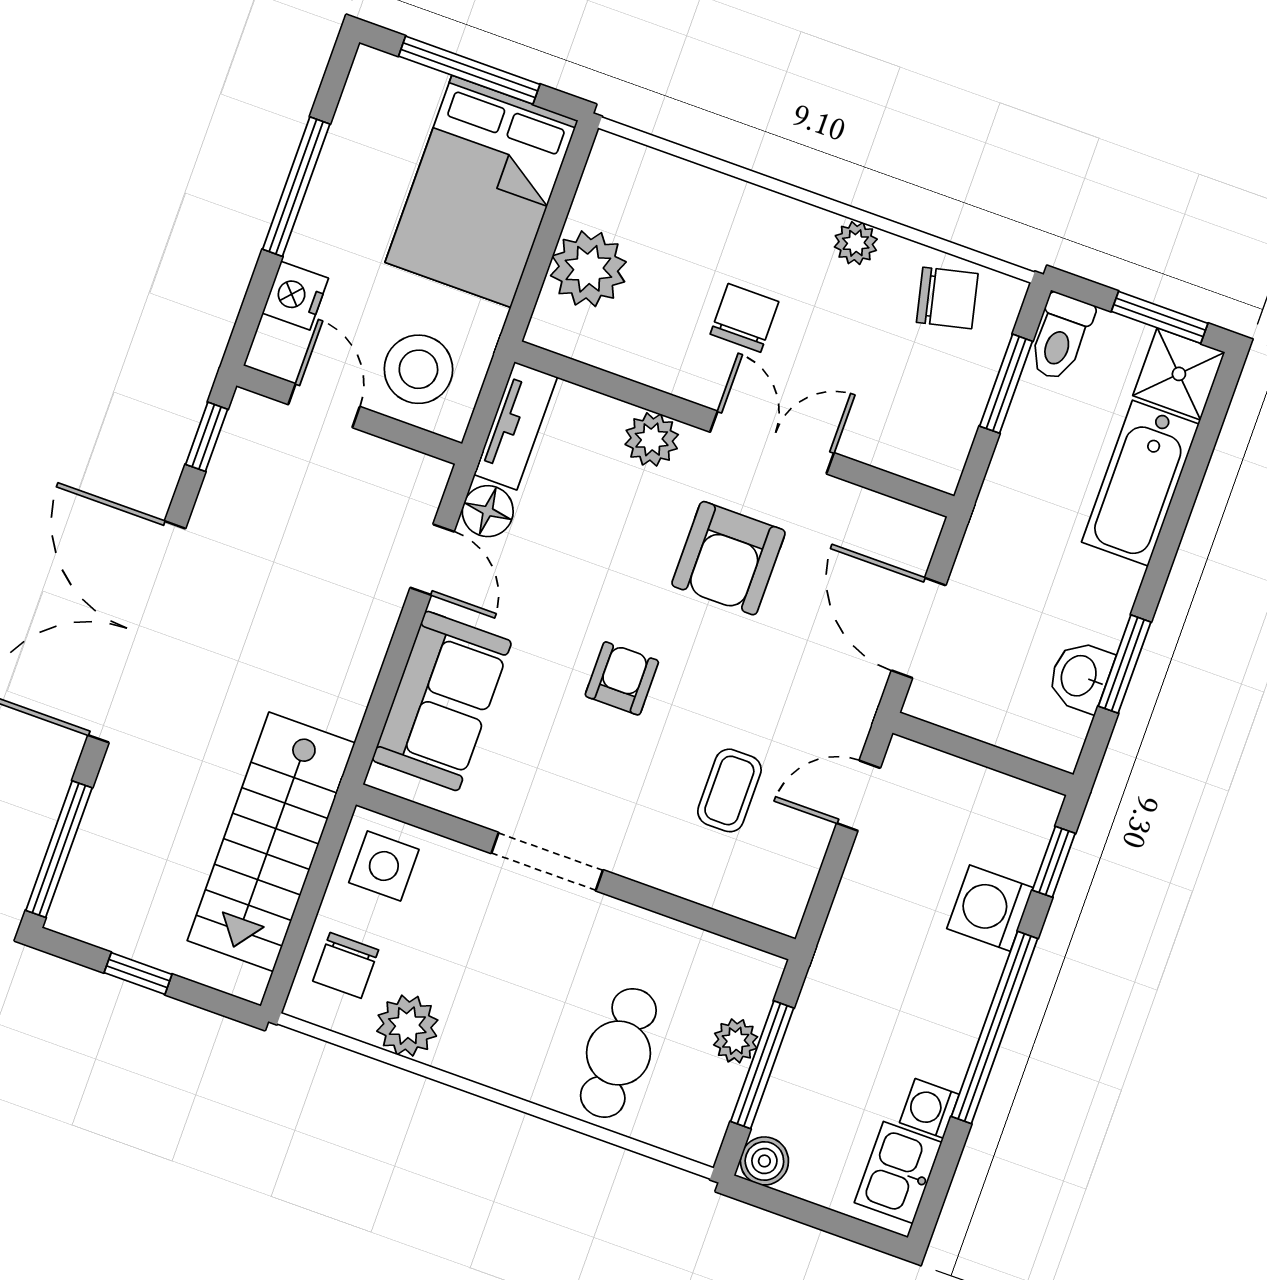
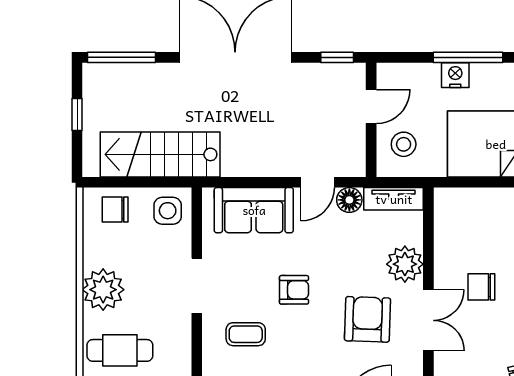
plant: (588, 269) -> (478, 206), removed
nightstand: (295, 296) -> (455, 75), moved
chair: (744, 318) -> (481, 287), turned 180
stool: (418, 369) -> (404, 144), width x0.73, depth x0.73
plant: (652, 439) -> (405, 264), width x1.36, depth x1.36
armchair: (728, 558) -> (367, 319), turned 92
coffee table: (729, 790) -> (246, 334), moved
plant: (407, 1026) -> (103, 290), moved, width x1.36, depth x1.36

